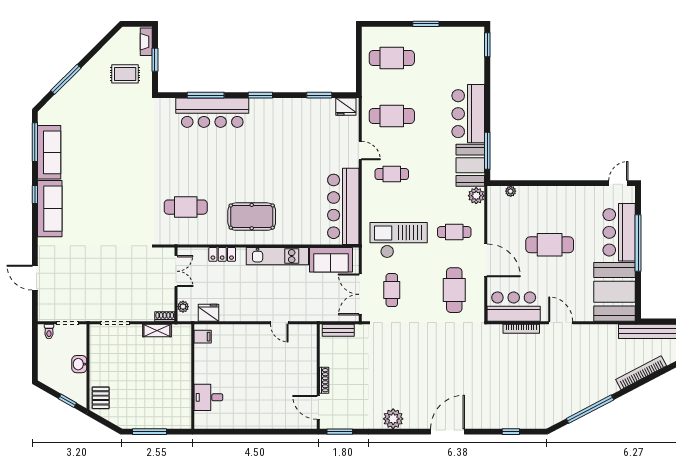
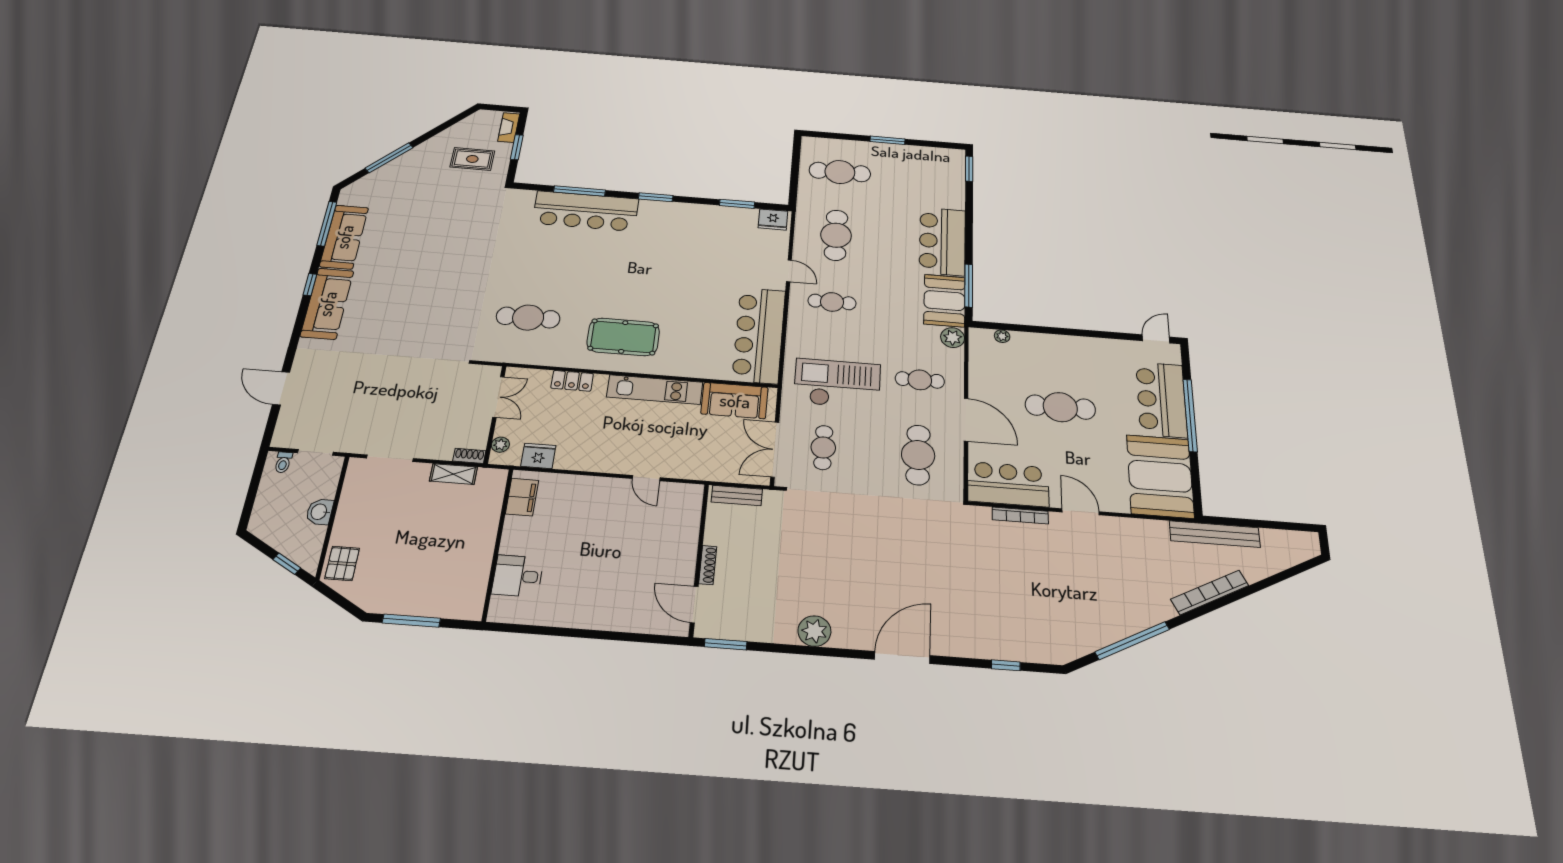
cafe table: (392, 116) -> (836, 235), turned 90
filing cabinet: (203, 337) -> (522, 497), width x2.00

